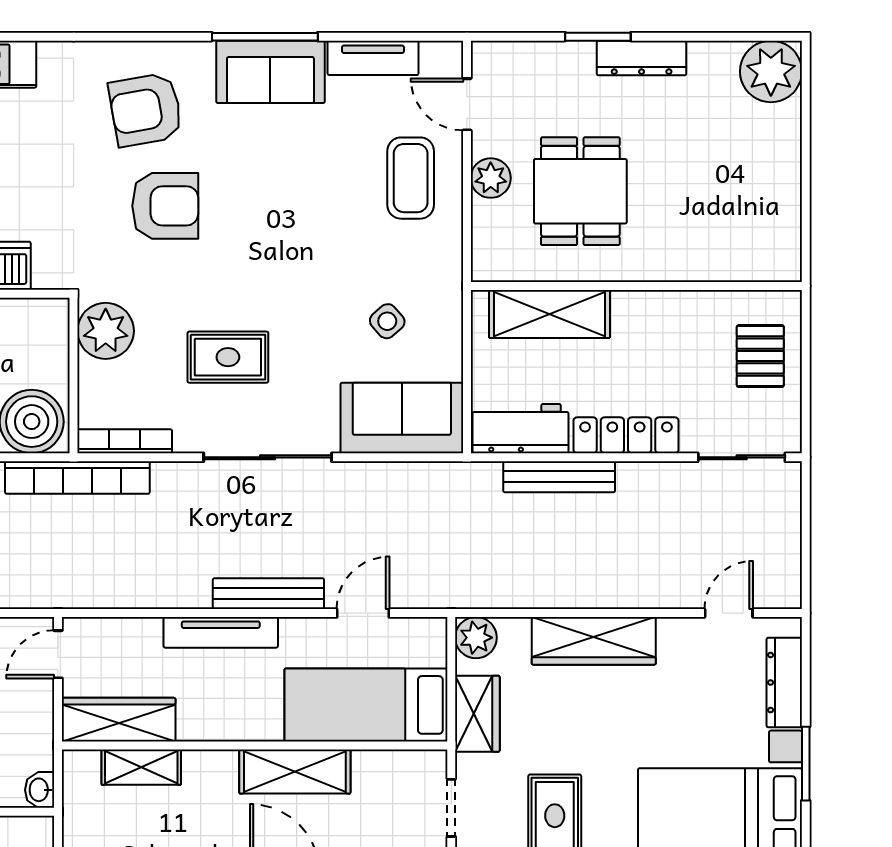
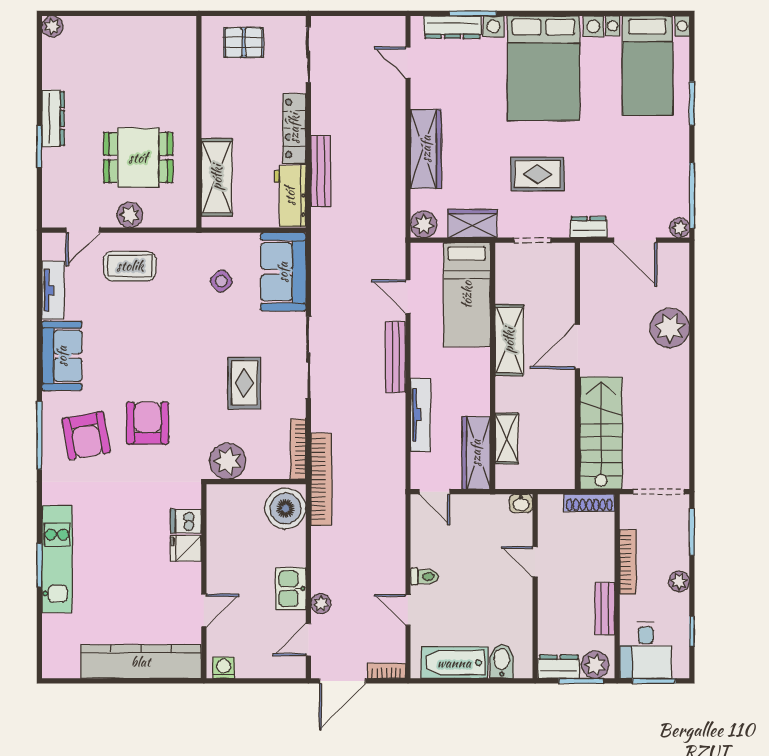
window: (265, 37) -> (39, 435), moved
plant: (771, 71) -> (52, 26), width x0.53, depth x0.53
tv unit: (221, 632) -> (420, 415), moved
window: (806, 764) -> (473, 13), moved

